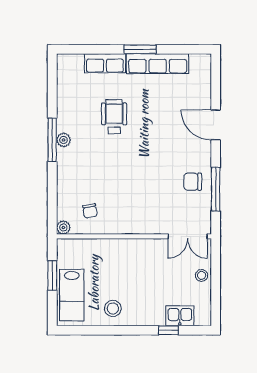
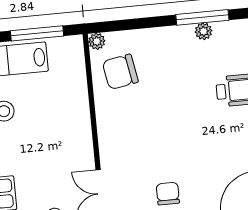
chair: (90, 211) -> (120, 72), width x1.87, depth x1.87
window: (52, 275) -> (37, 33), width x1.44

